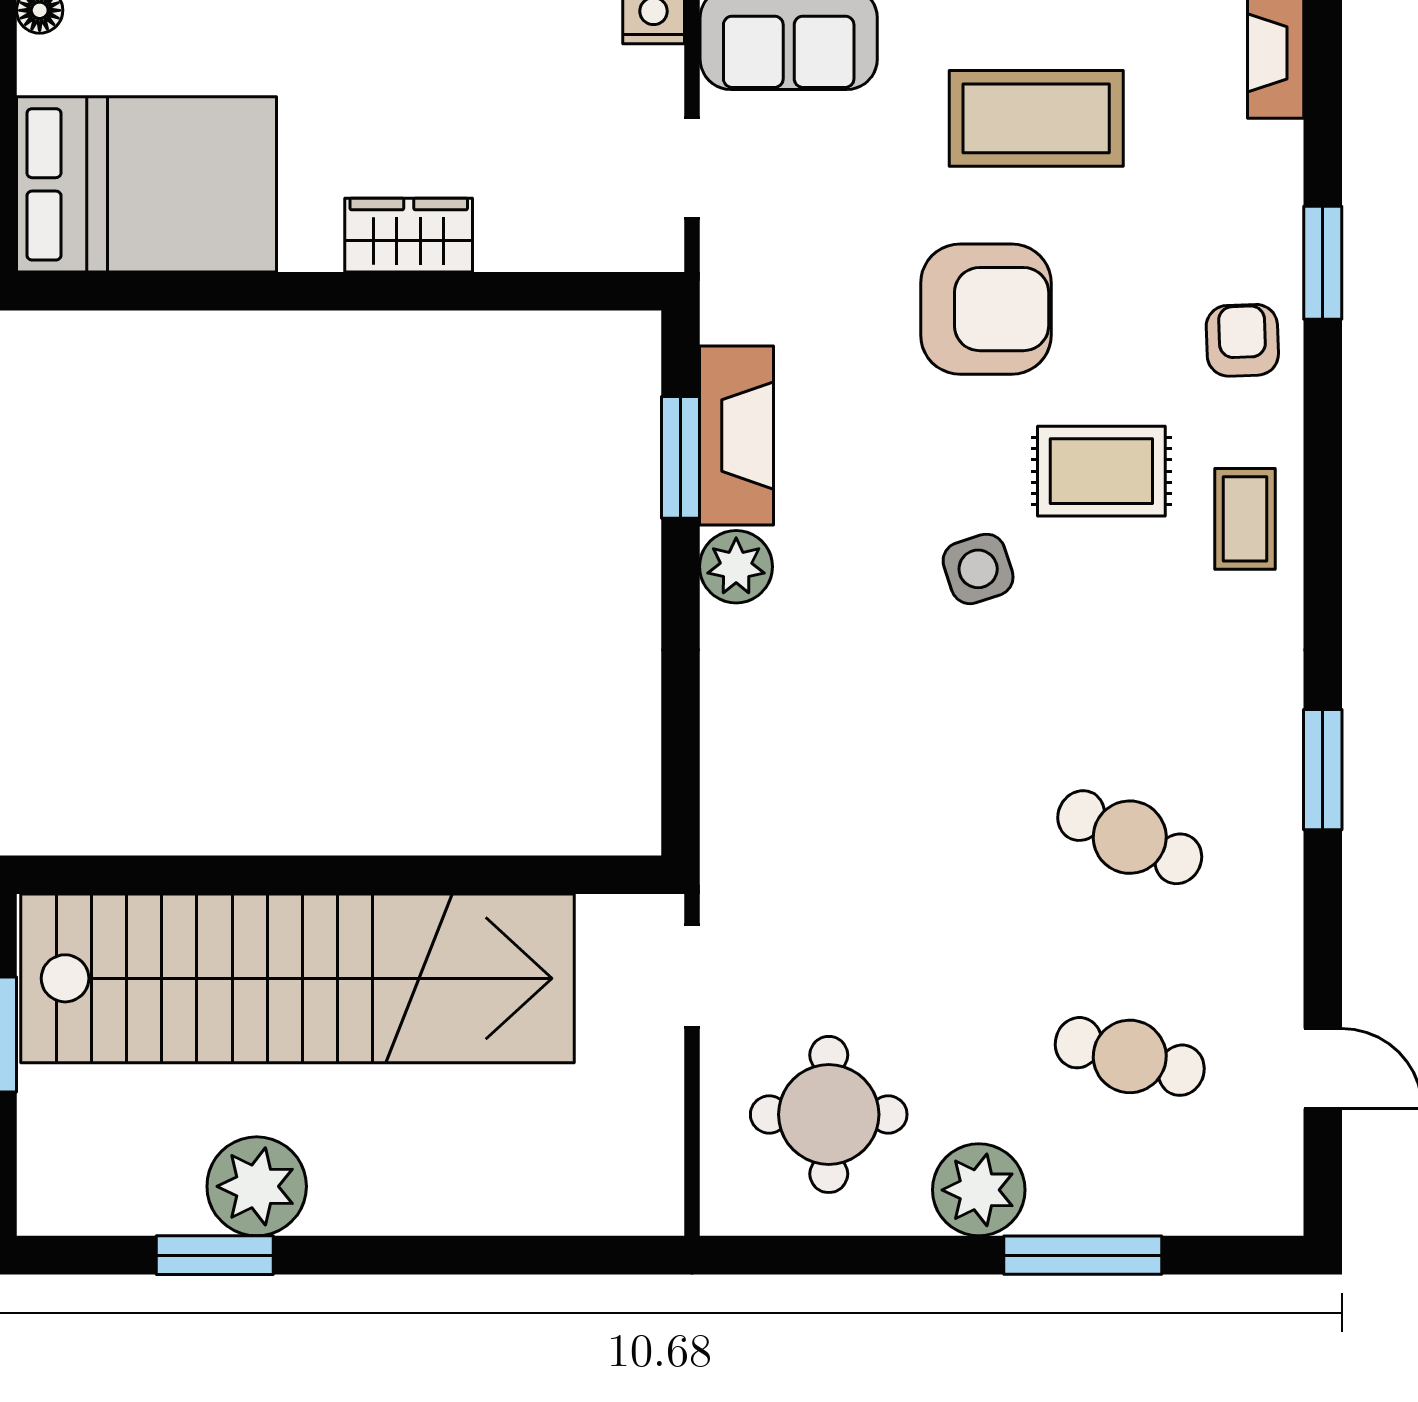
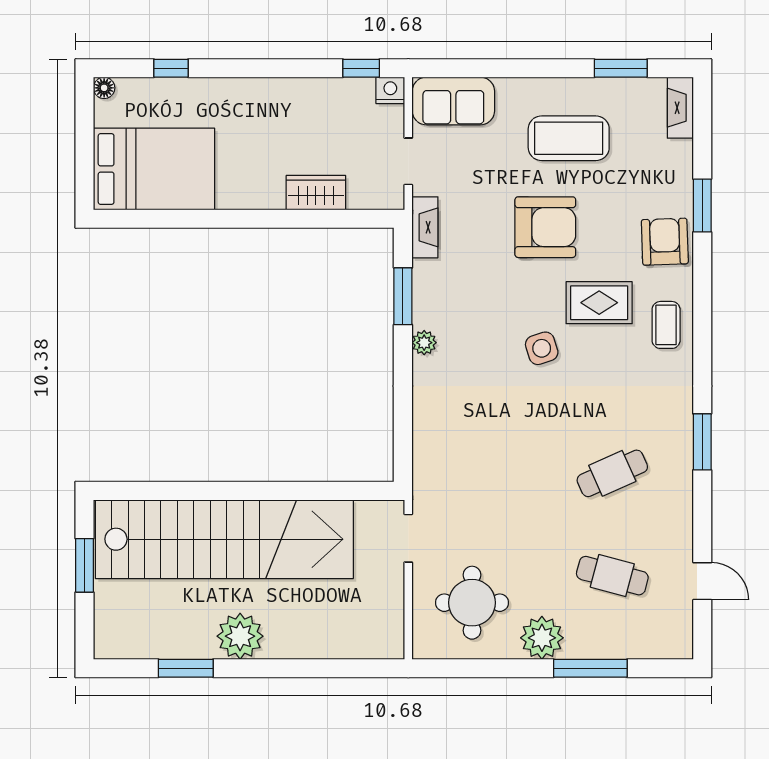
wardrobe: (409, 235) -> (316, 193), moved
armchair: (1242, 340) -> (665, 242), width x1.38, depth x1.38
fireplace: (737, 436) -> (425, 227), moved, width x0.73, depth x0.76
plant: (736, 567) -> (424, 343), width x0.73, depth x0.73
cafe table: (1130, 837) -> (612, 473), turned -48
plant: (257, 1186) -> (240, 636), moved

